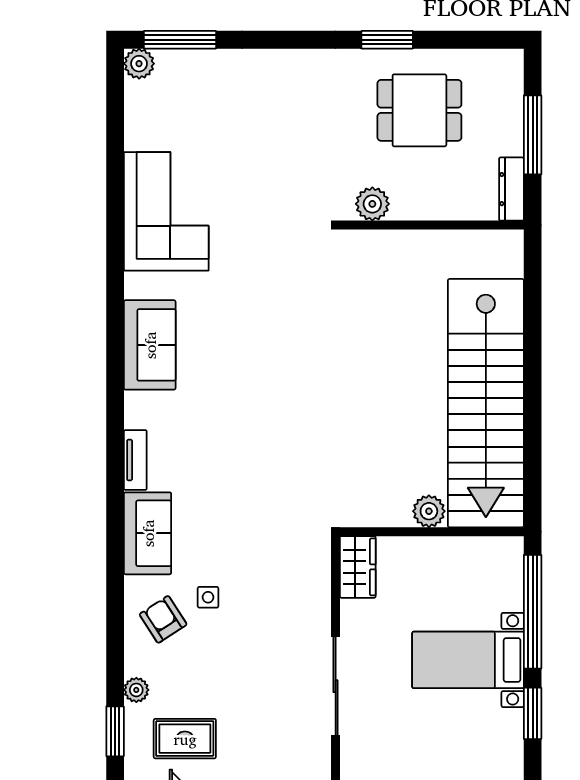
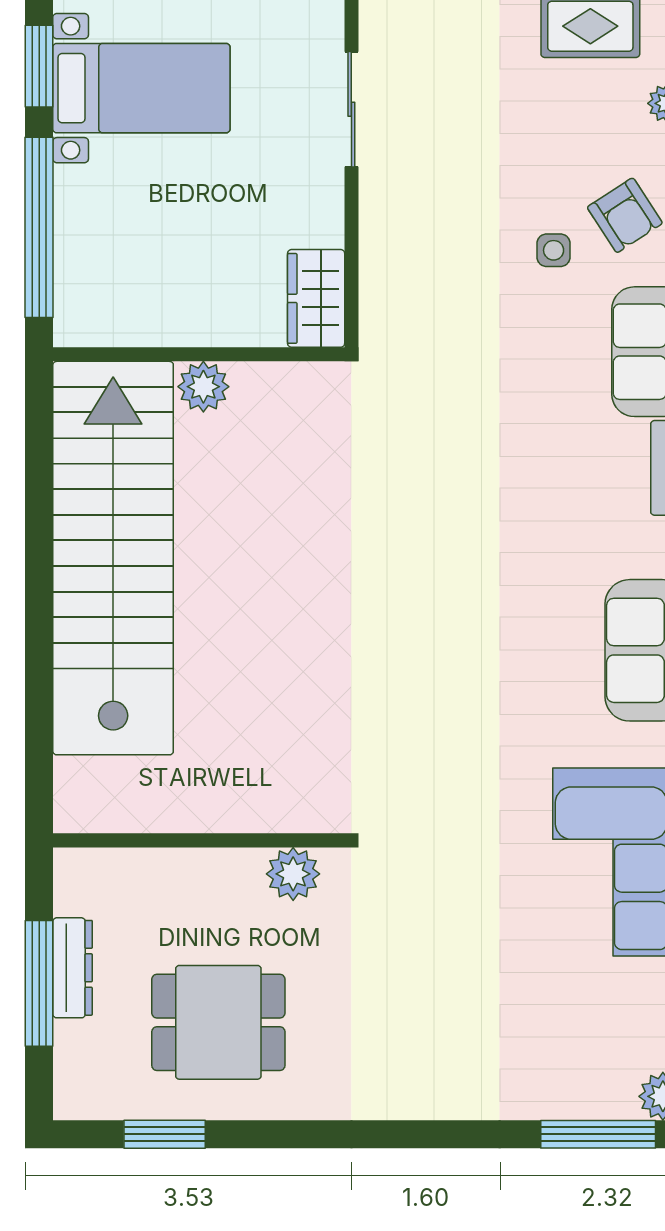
window: (387, 40) -> (165, 1134), moved
dresser: (511, 189) -> (73, 968), moved
bed with nightstands: (468, 660) -> (141, 88), moved
sliding door: (336, 686) -> (351, 109), width x0.73

